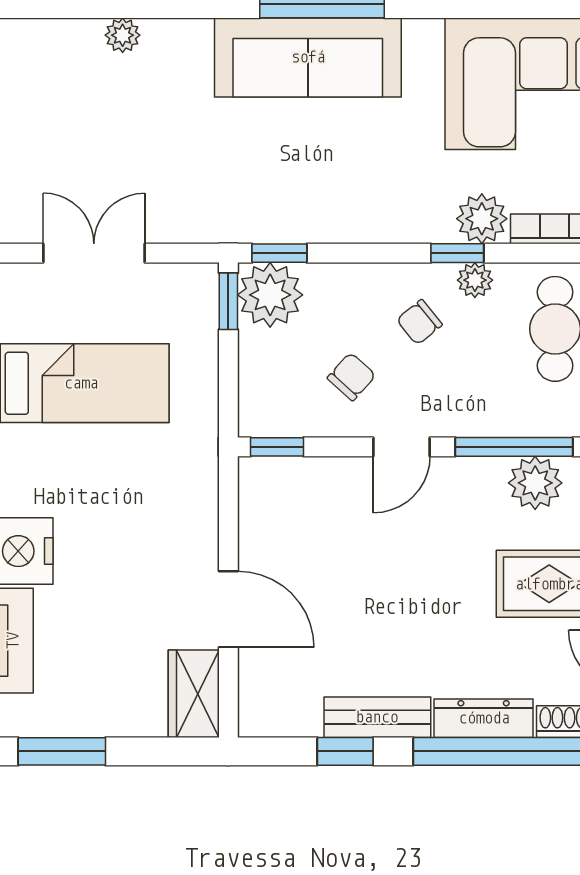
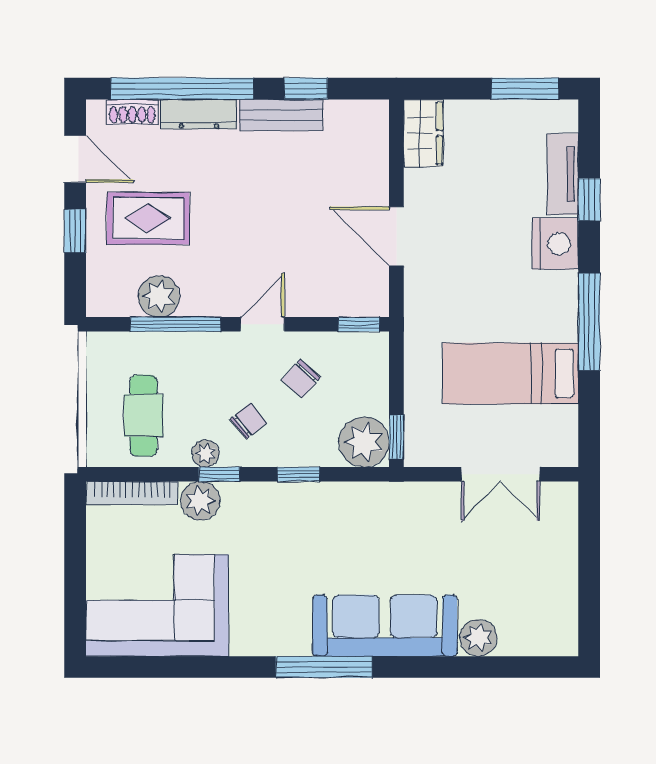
plant: (123, 35) -> (478, 638), width x1.38, depth x1.38
sofa: (308, 57) -> (385, 626), moved
window: (279, 253) -> (299, 474), moved
door: (228, 609) -> (396, 236), moved

